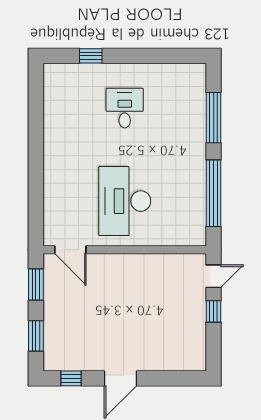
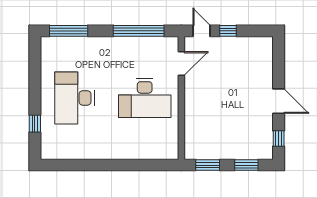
desk: (125, 108) -> (74, 98), width x1.87, depth x1.30
window: (214, 118) -> (69, 31), moved
door: (70, 250) -> (181, 63), moved

